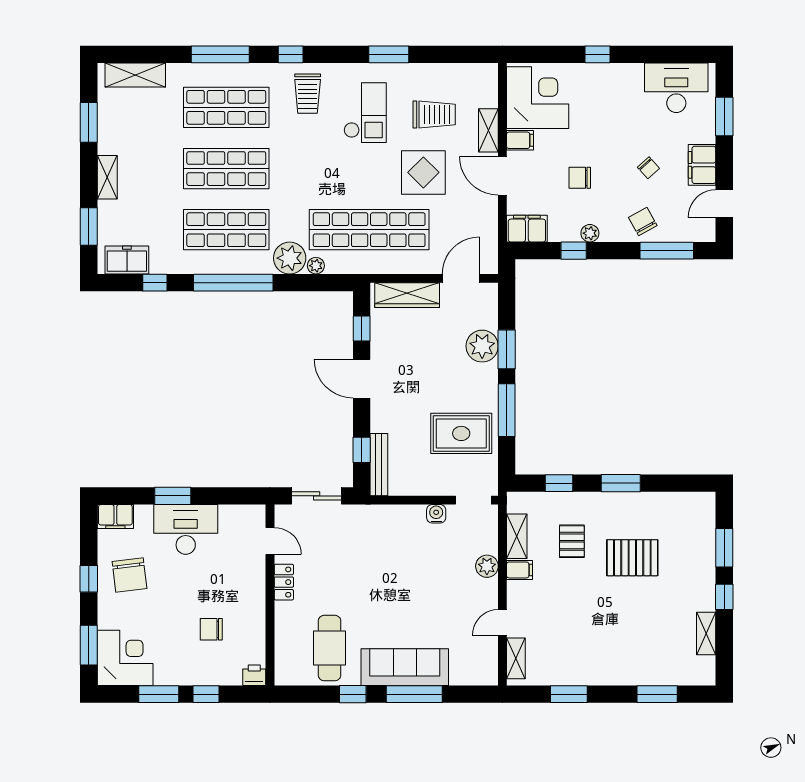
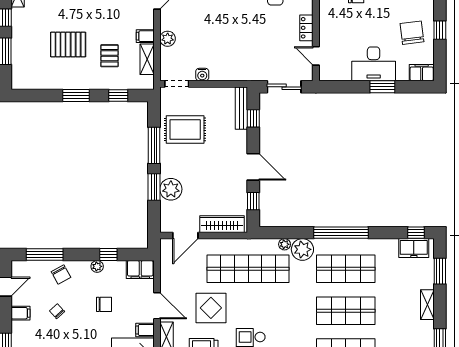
filing cabinet: (702, 165) -> (20, 313), width x0.50
window: (155, 283) -> (416, 233), moved

